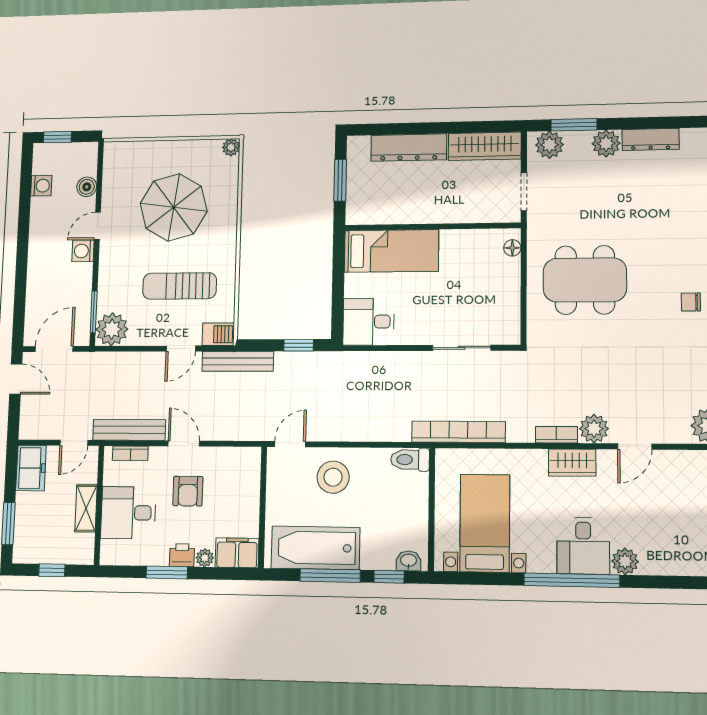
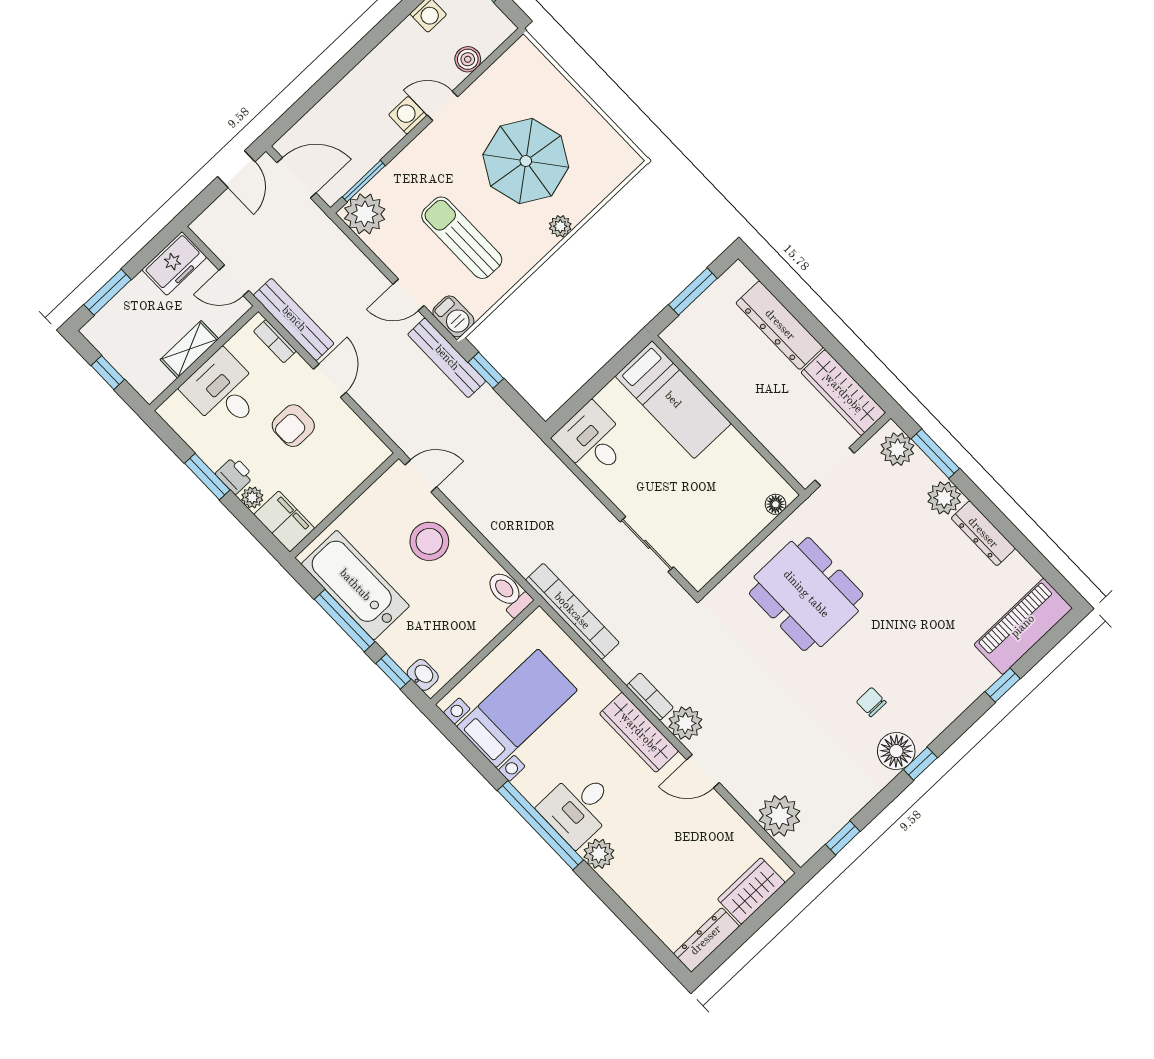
plant: (231, 147) -> (560, 226), moved
window: (299, 345) -> (486, 370), moved
wardrobe: (572, 463) -> (639, 732), width x1.50

